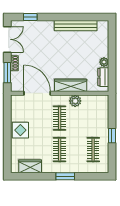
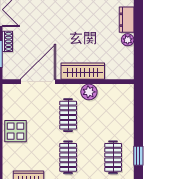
dresser: (103, 77) -> (127, 20), moved
door: (37, 93) -> (38, 82), hinge flipped
window: (112, 136) -> (138, 156), moved

